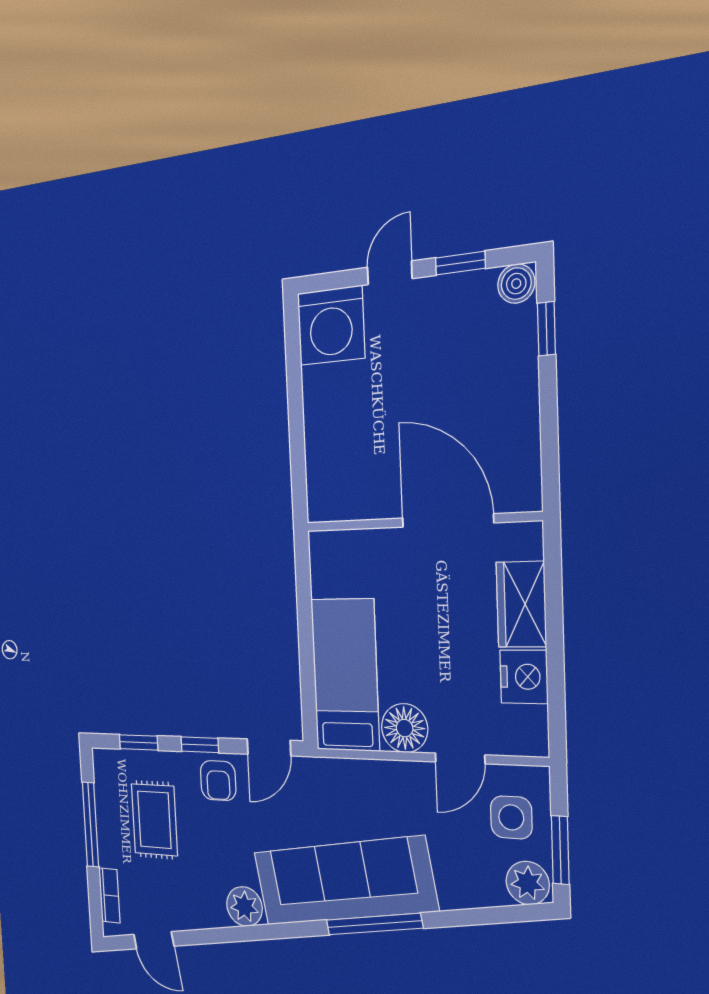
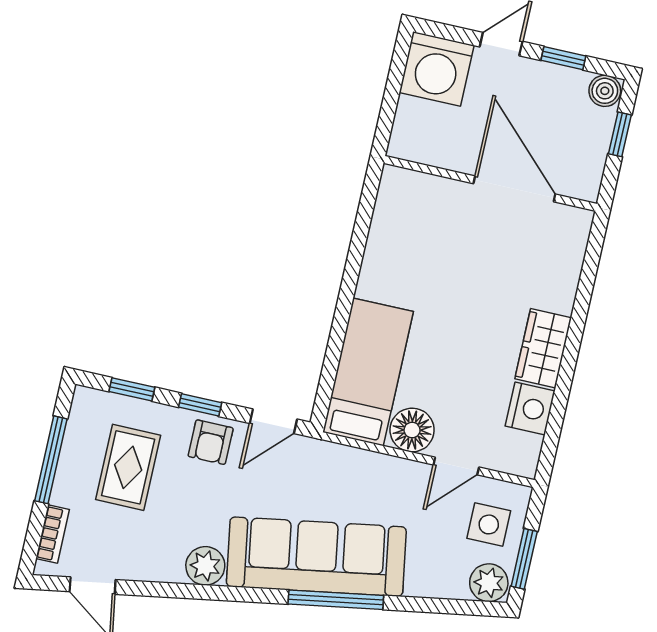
door: (447, 520) -> (514, 189), moved
wall: (420, 522) -> (490, 183), moved

